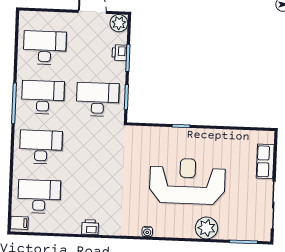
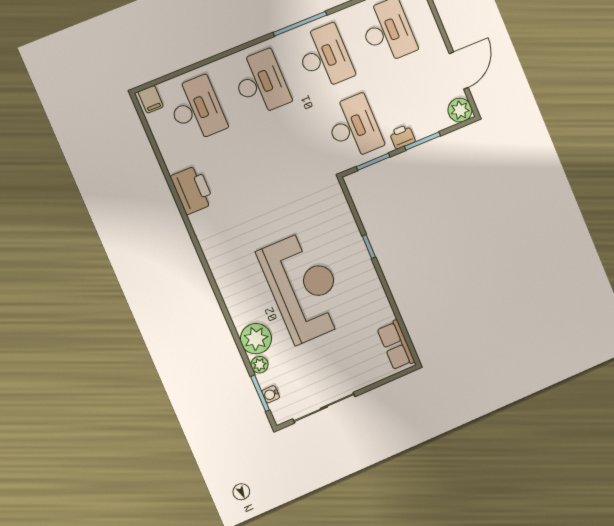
printer: (119, 53) -> (402, 137), moved
row of seats: (265, 161) -> (396, 345), moved, turned -90
printer: (90, 227) -> (192, 190), width x1.87, depth x1.48
water cooler: (147, 232) -> (271, 394), moved
plant: (225, 234) -> (259, 365), added

